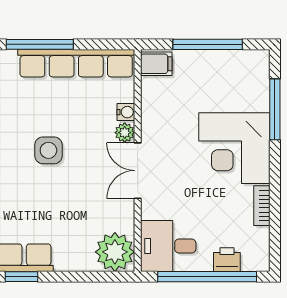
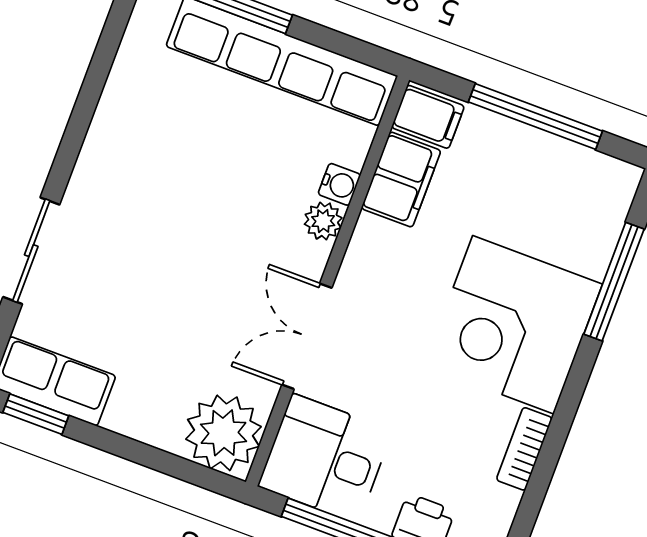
filing cabinet: (155, 99) -> (401, 180), added
side table: (48, 150) -> (172, 202), removed
double door: (138, 171) -> (307, 336), moved

